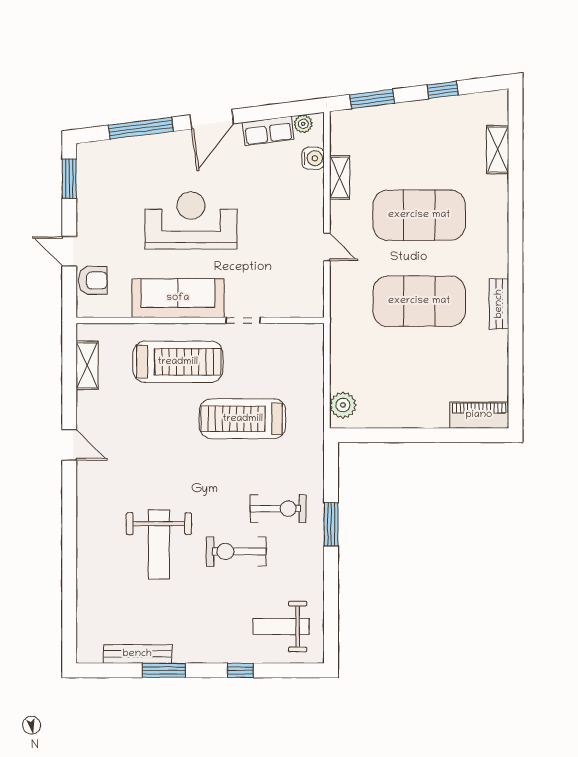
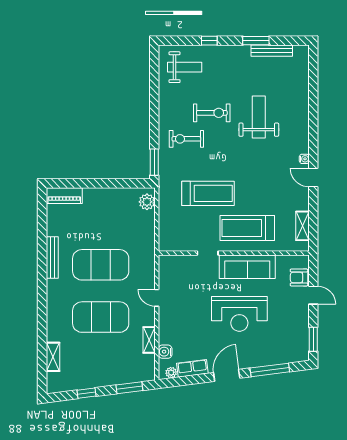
bench: (499, 304) -> (52, 258), width x1.36
water cooler: (84, 476) -> (304, 159), added
window: (331, 524) -> (154, 162), moved

